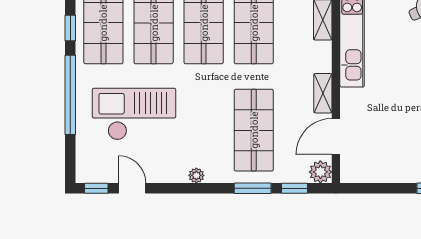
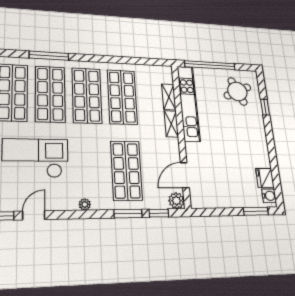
shelving: (323, 93) -> (171, 124), moved
door: (132, 188) -> (34, 215), hinge flipped

